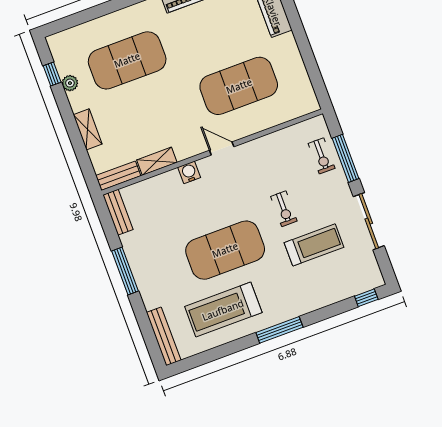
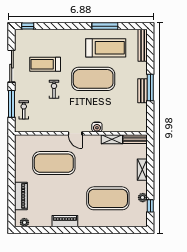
bench: (118, 212) -> (142, 91), moved
window: (279, 330) -> (105, 26), moved

